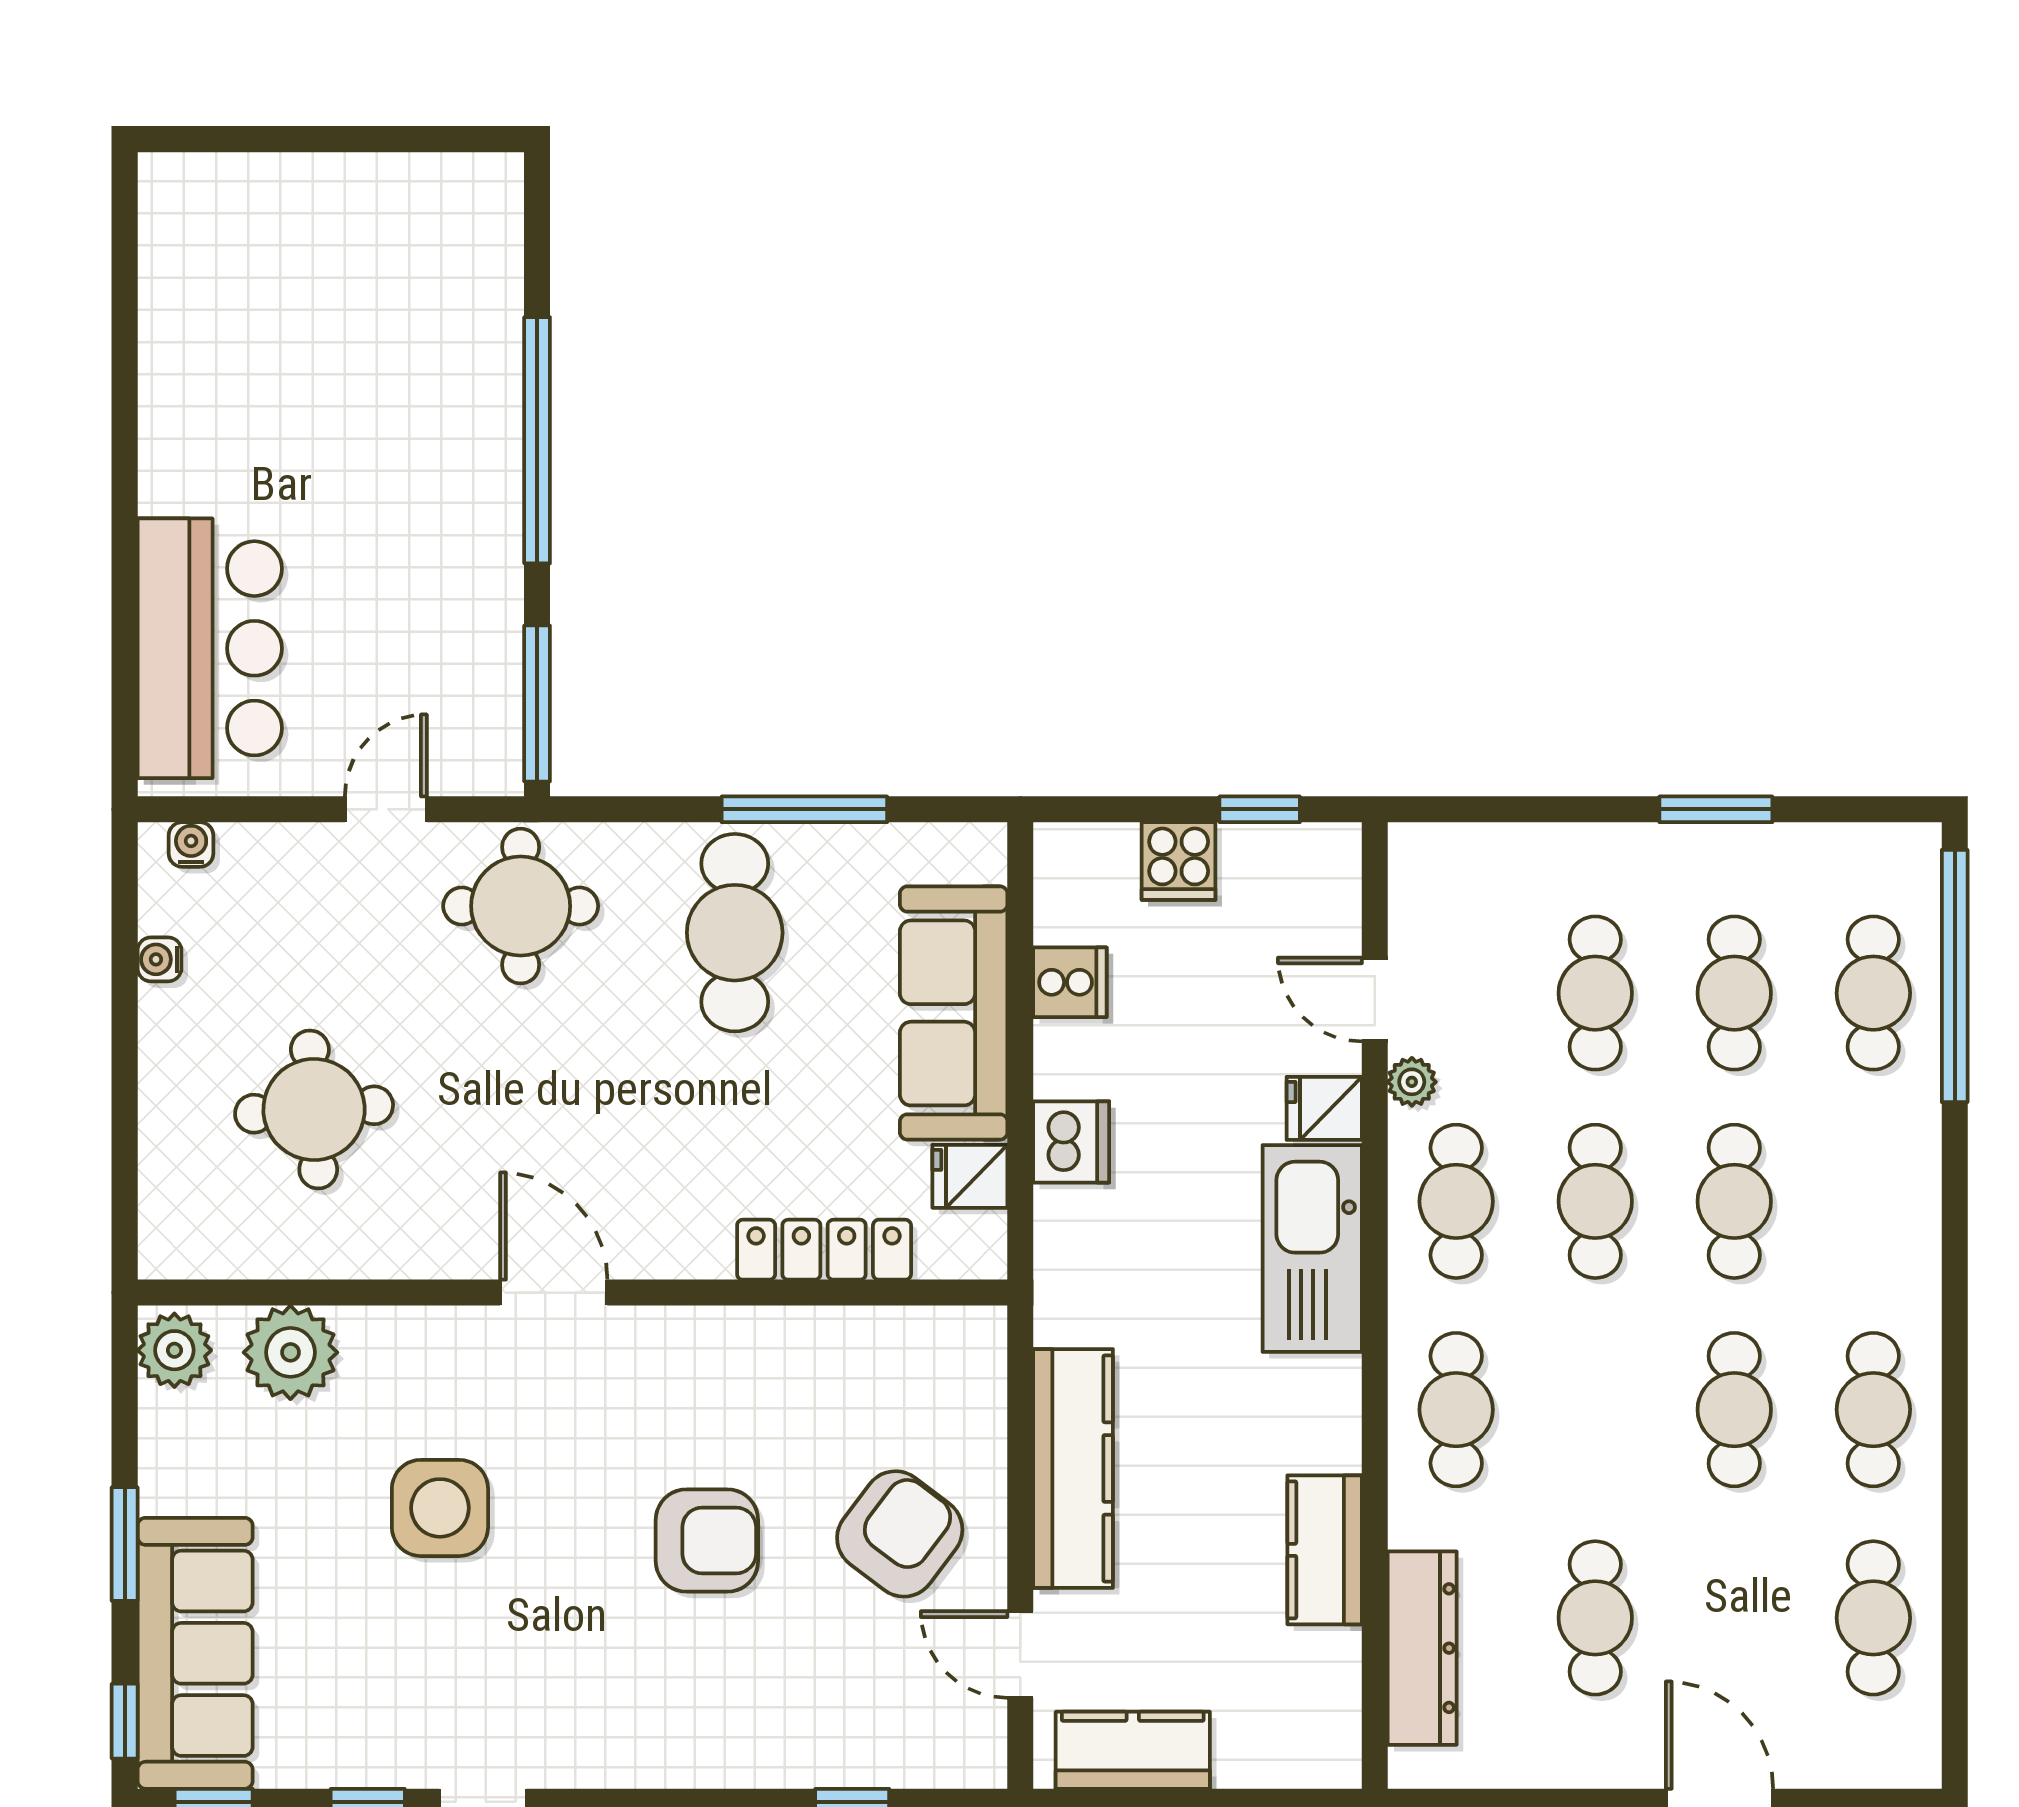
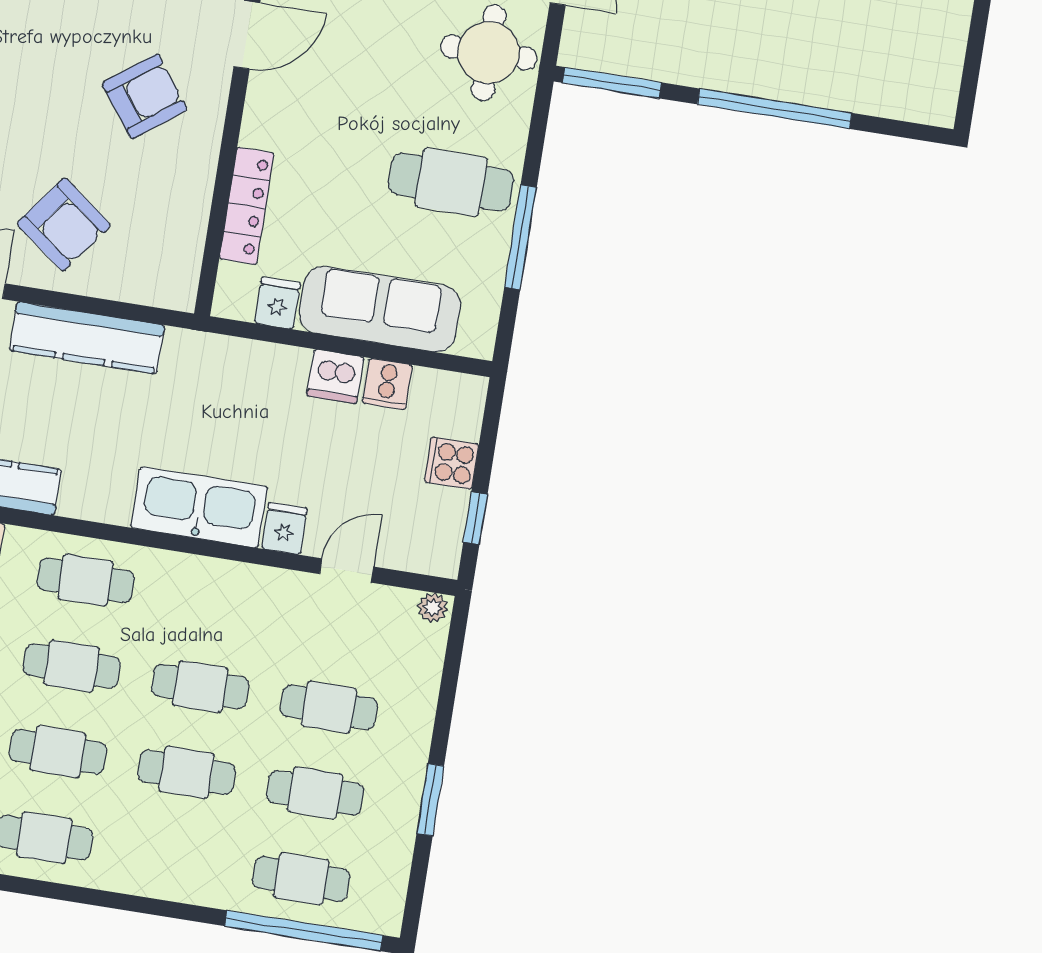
plant: (1412, 1082) -> (433, 608), moved
dishwasher: (1071, 1142) -> (335, 376), moved
cafe table: (1456, 1201) -> (72, 666), moved
armchair: (707, 1540) -> (145, 96), moved, turned -127

